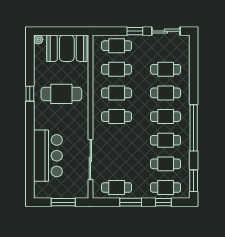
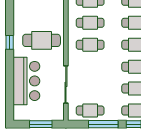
window: (30, 94) -> (10, 42), moved
cafe table: (61, 94) -> (42, 40), moved
window: (131, 202) -> (103, 124), width x1.44

